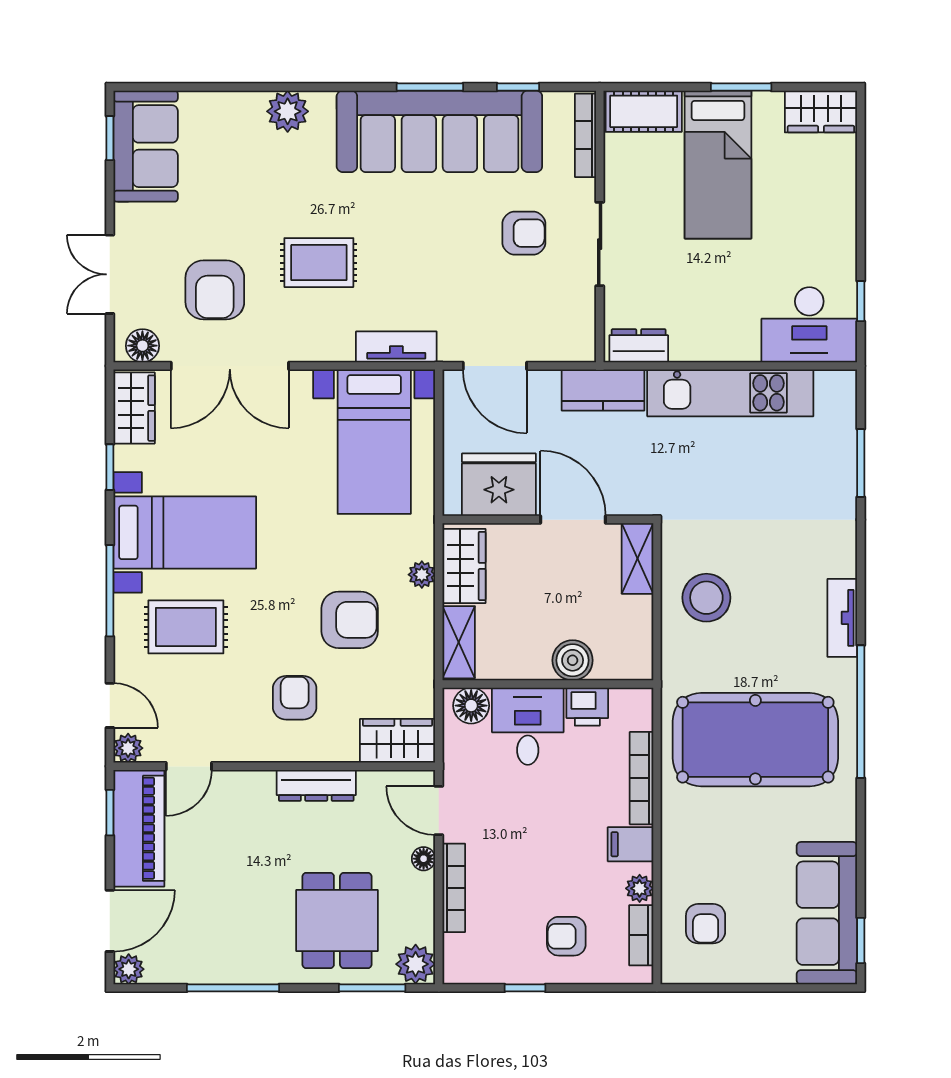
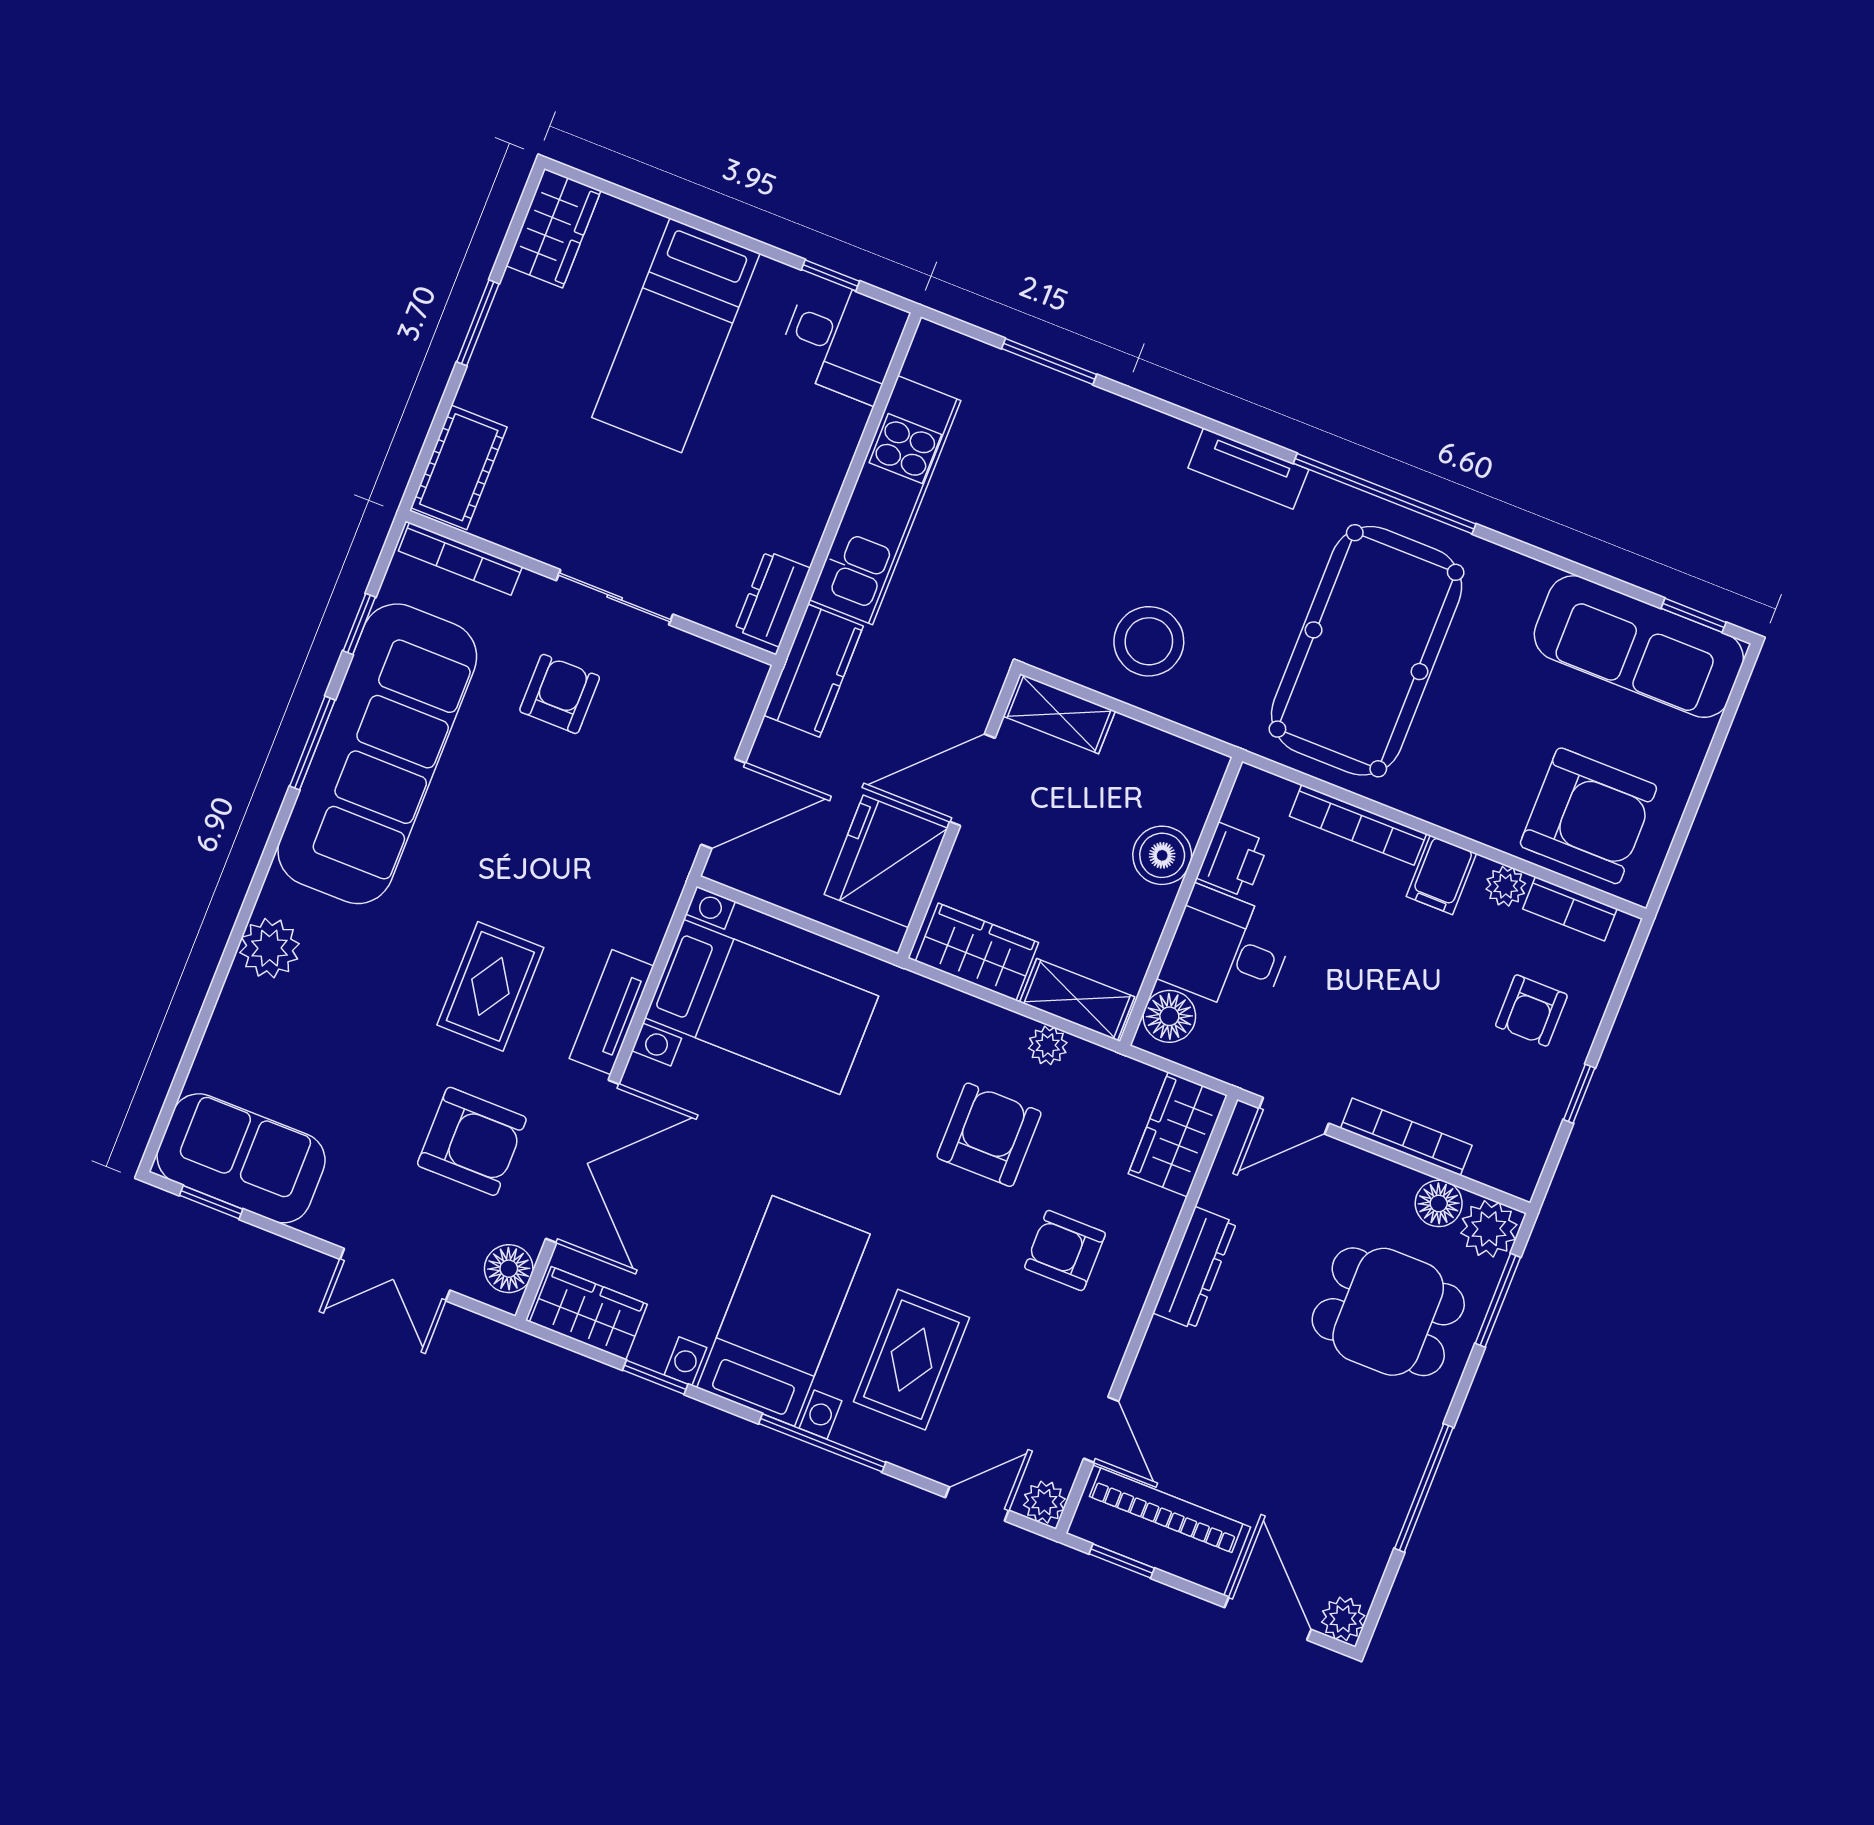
bed: (718, 165) -> (676, 335), moved, turned 90
desk: (809, 325) -> (842, 340), width x0.73
tv unit: (396, 347) -> (612, 1012), moved
plant: (422, 575) -> (1048, 1045), moved
floor lamp: (424, 859) -> (1439, 1203), moved, width x1.37, depth x1.37
armchair: (706, 924) -> (1588, 816), width x1.88, depth x1.88

